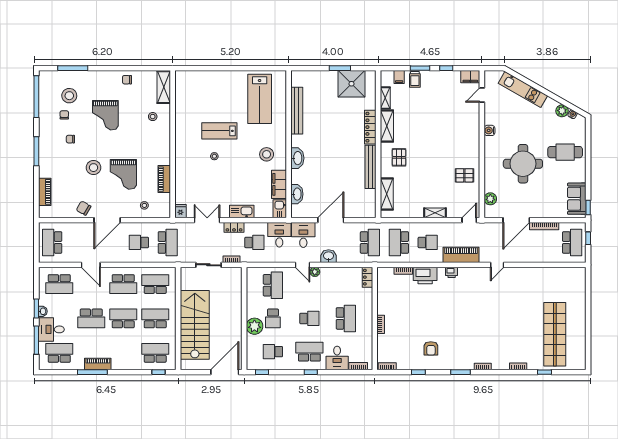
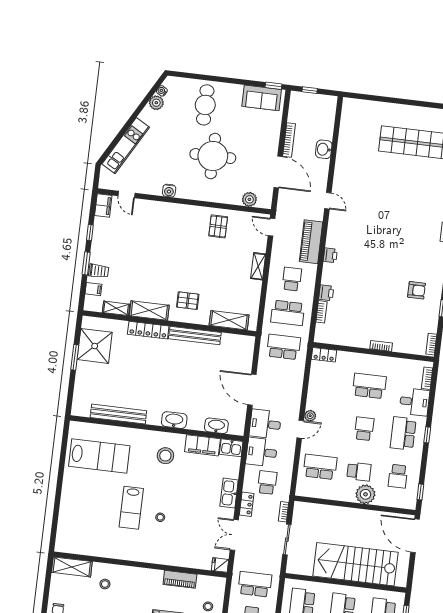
school desk: (572, 242) -> (312, 109), removed
washbasin: (329, 256) -> (324, 149), moved
printer: (425, 276) -> (326, 293), width x0.53, depth x0.68

